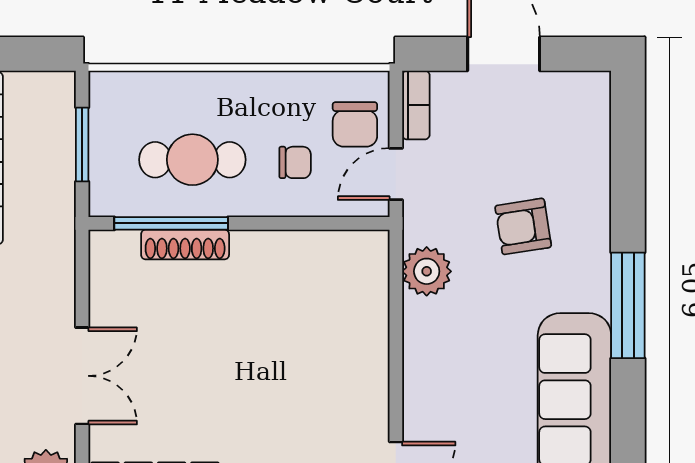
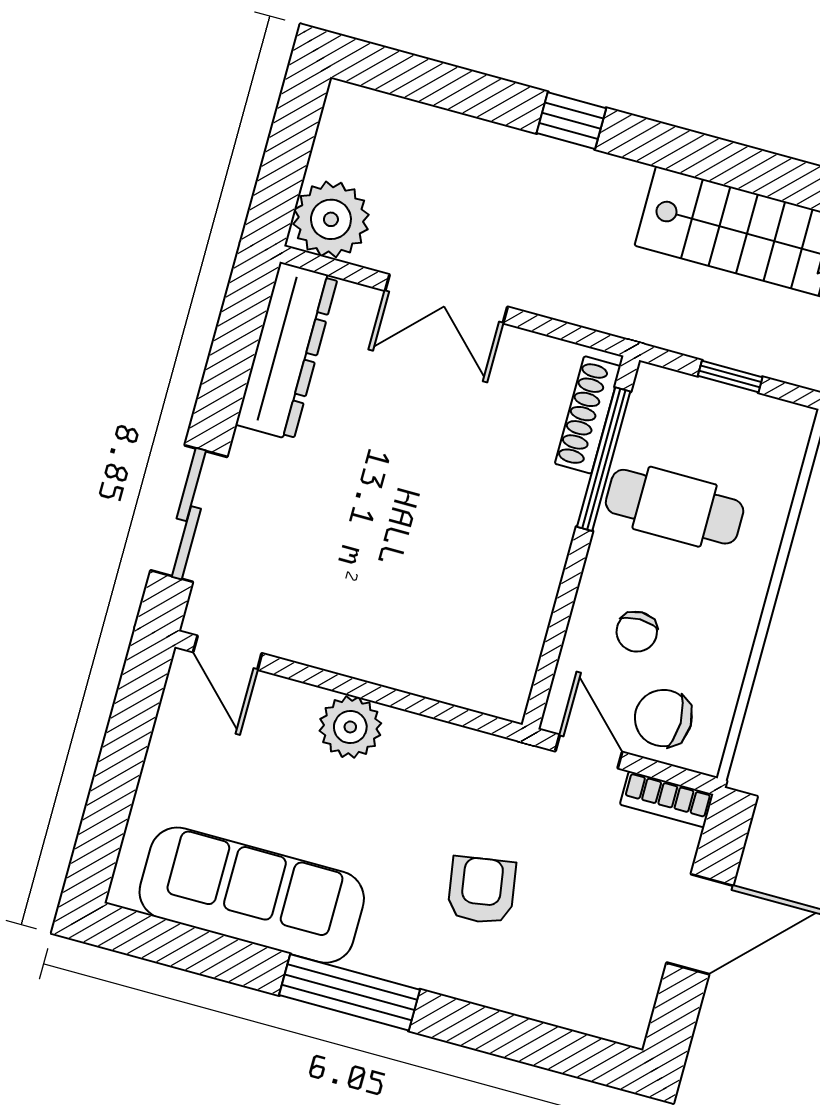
window: (82, 145) -> (730, 376), width x0.67
cafe table: (192, 160) -> (675, 507), turned 90
shoe rack: (185, 245) -> (588, 415), moved
plant: (427, 271) -> (350, 727), moved

